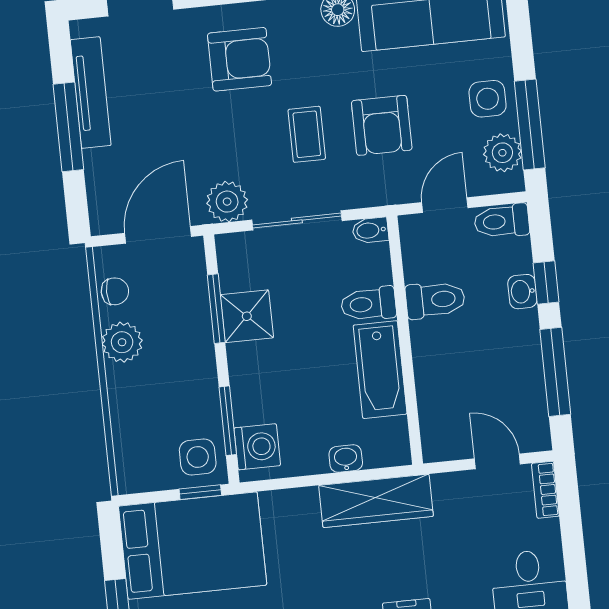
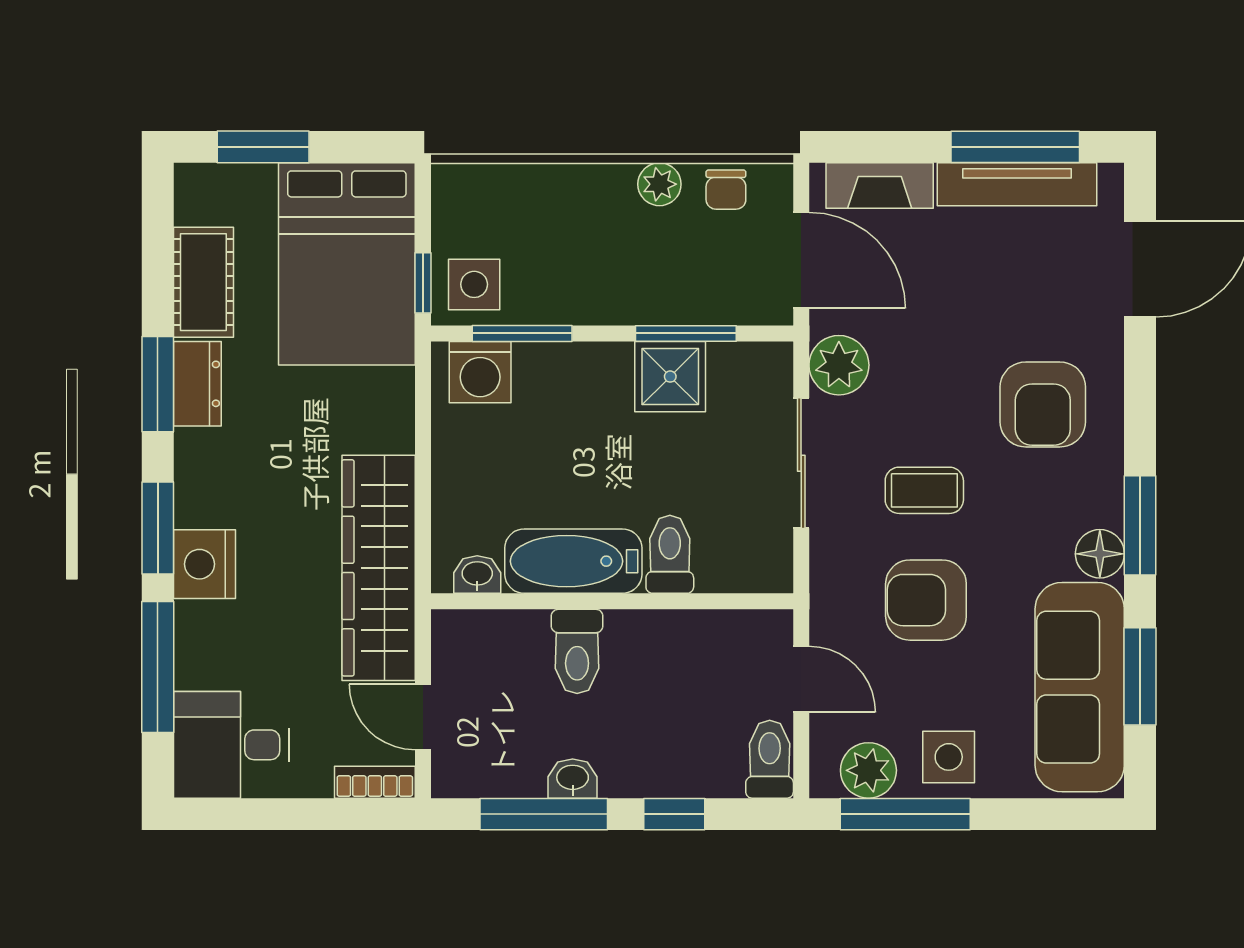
window: (68, 127) -> (1015, 147), moved
fireplace: (101, 186) -> (880, 186), added
bidet: (370, 230) -> (776, 568), removed
washbasin: (522, 292) -> (573, 779), moved
toilet: (435, 300) -> (577, 651), moved
plant: (122, 342) -> (659, 184), width x0.73, depth x0.73
washbasin: (346, 459) -> (477, 574), moved, turned -90
door: (497, 461) -> (423, 717), swing flipped
wardrobe: (376, 501) -> (379, 568), width x1.40, depth x1.17

